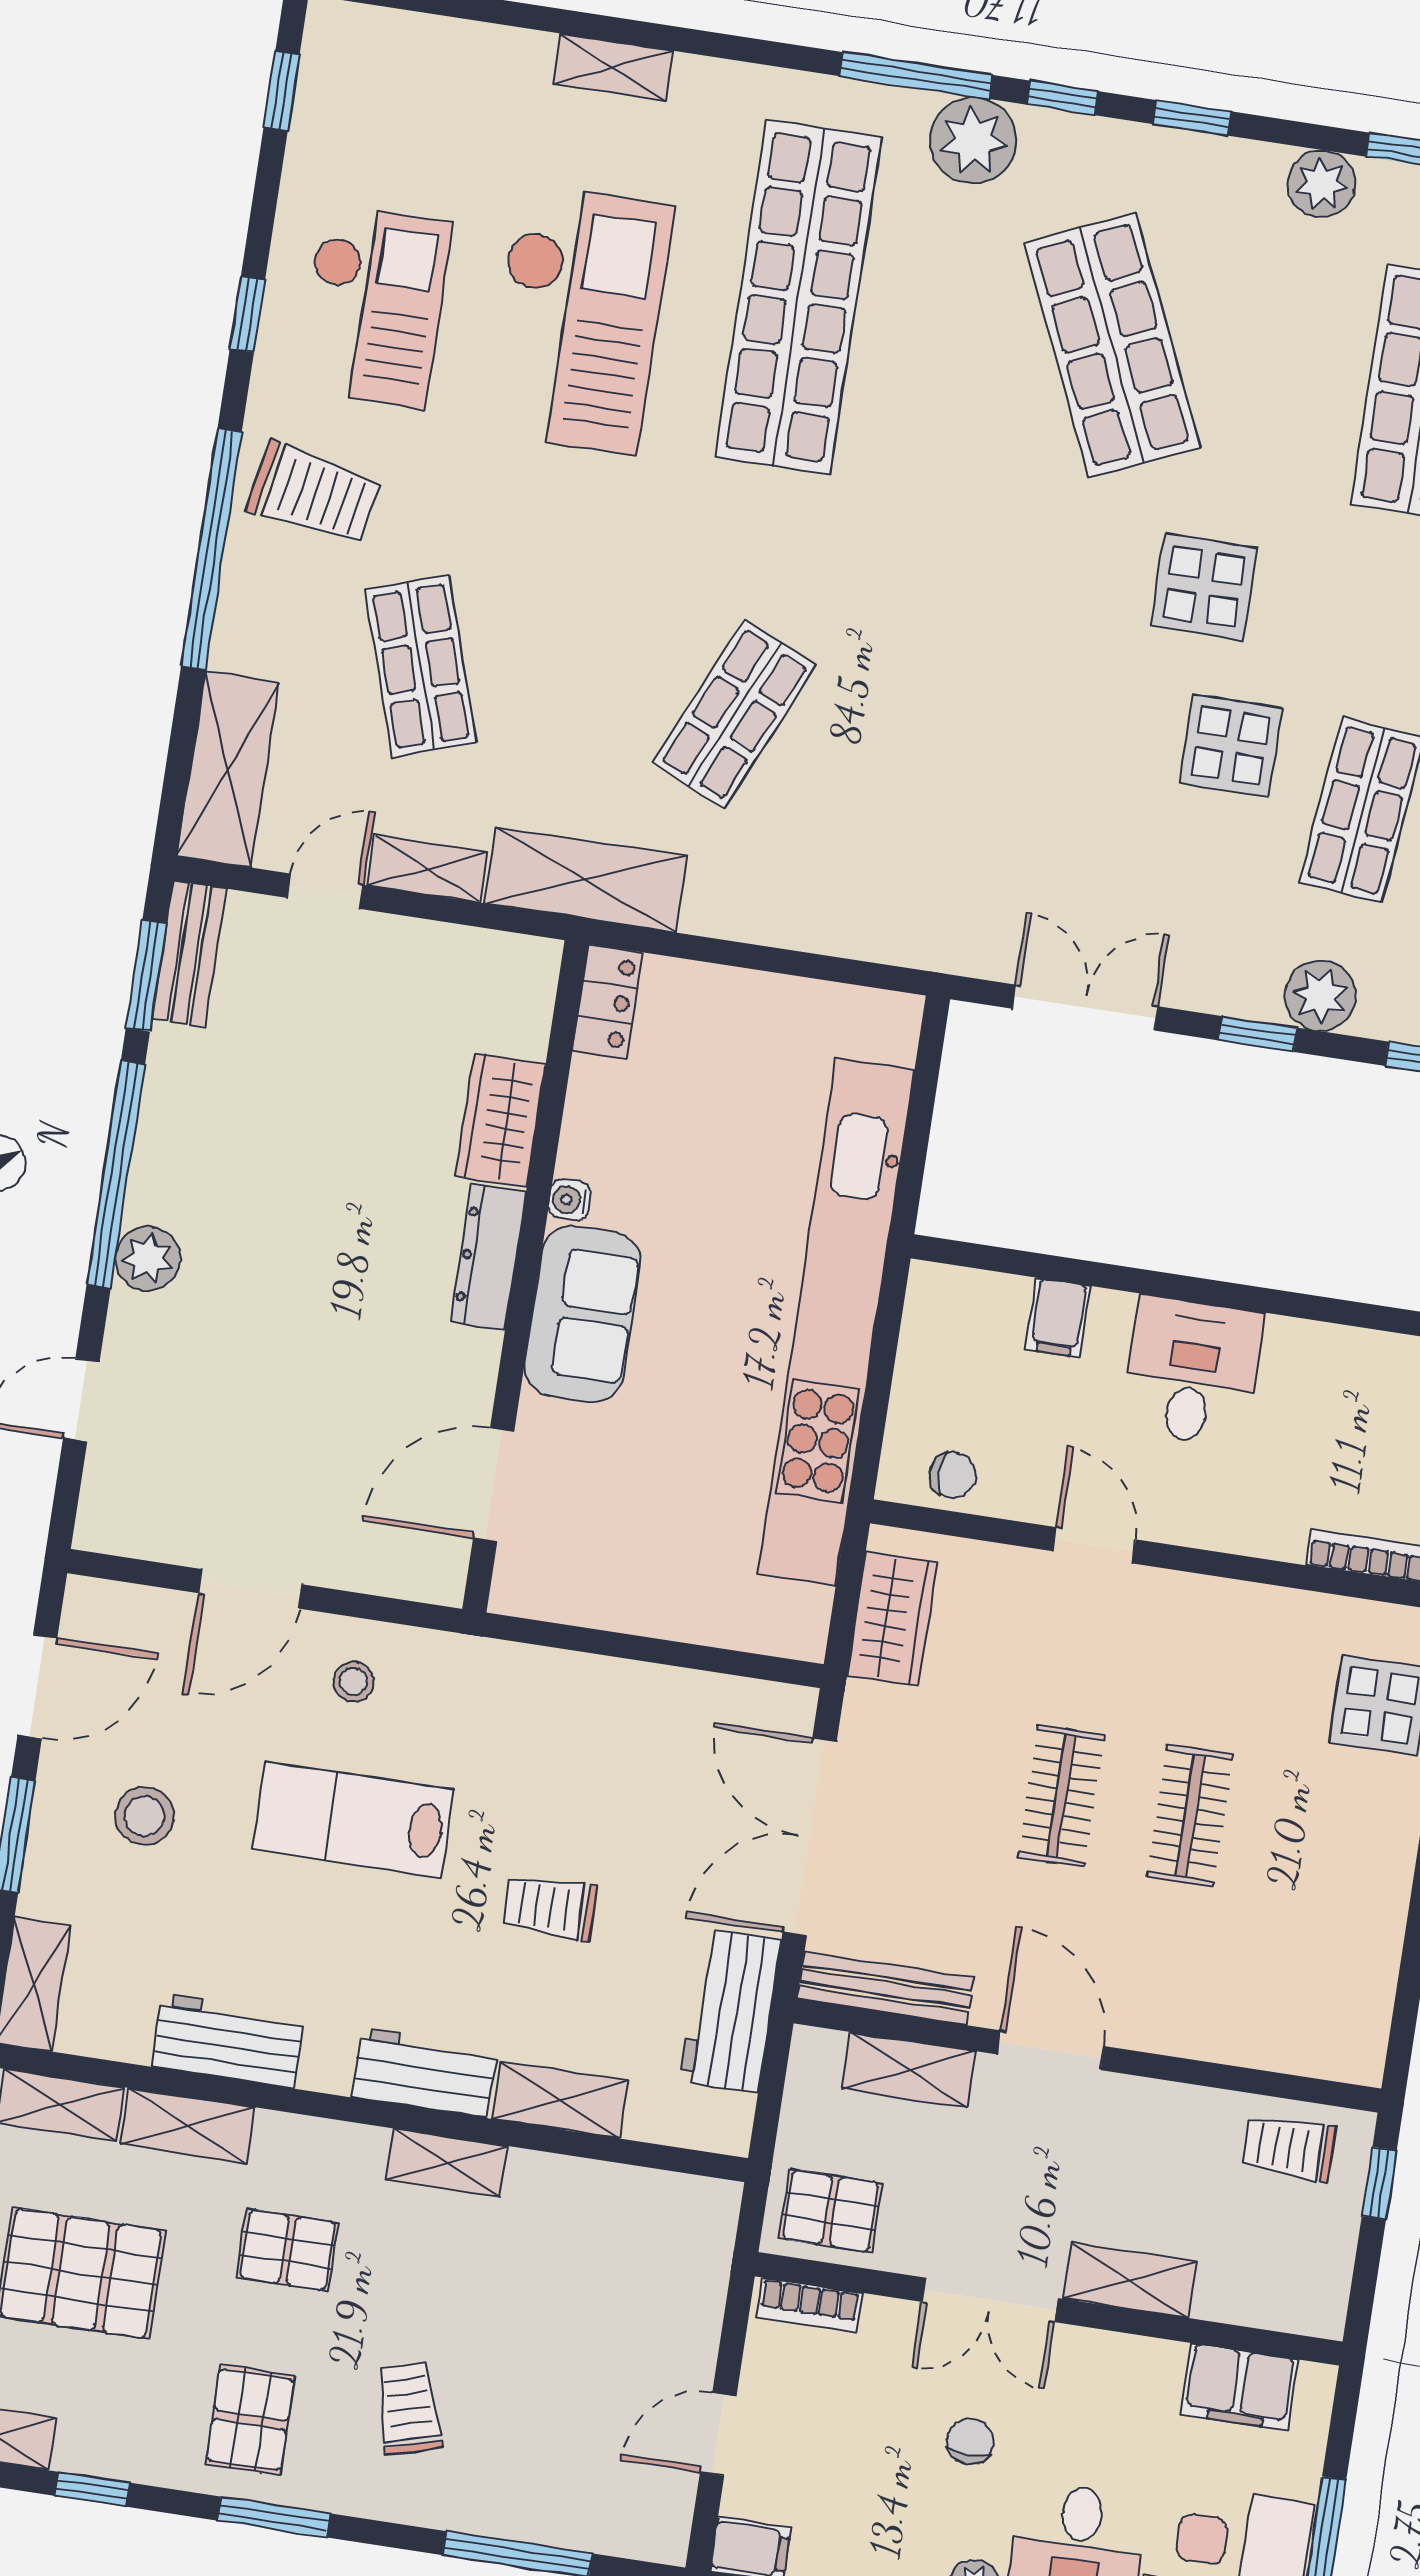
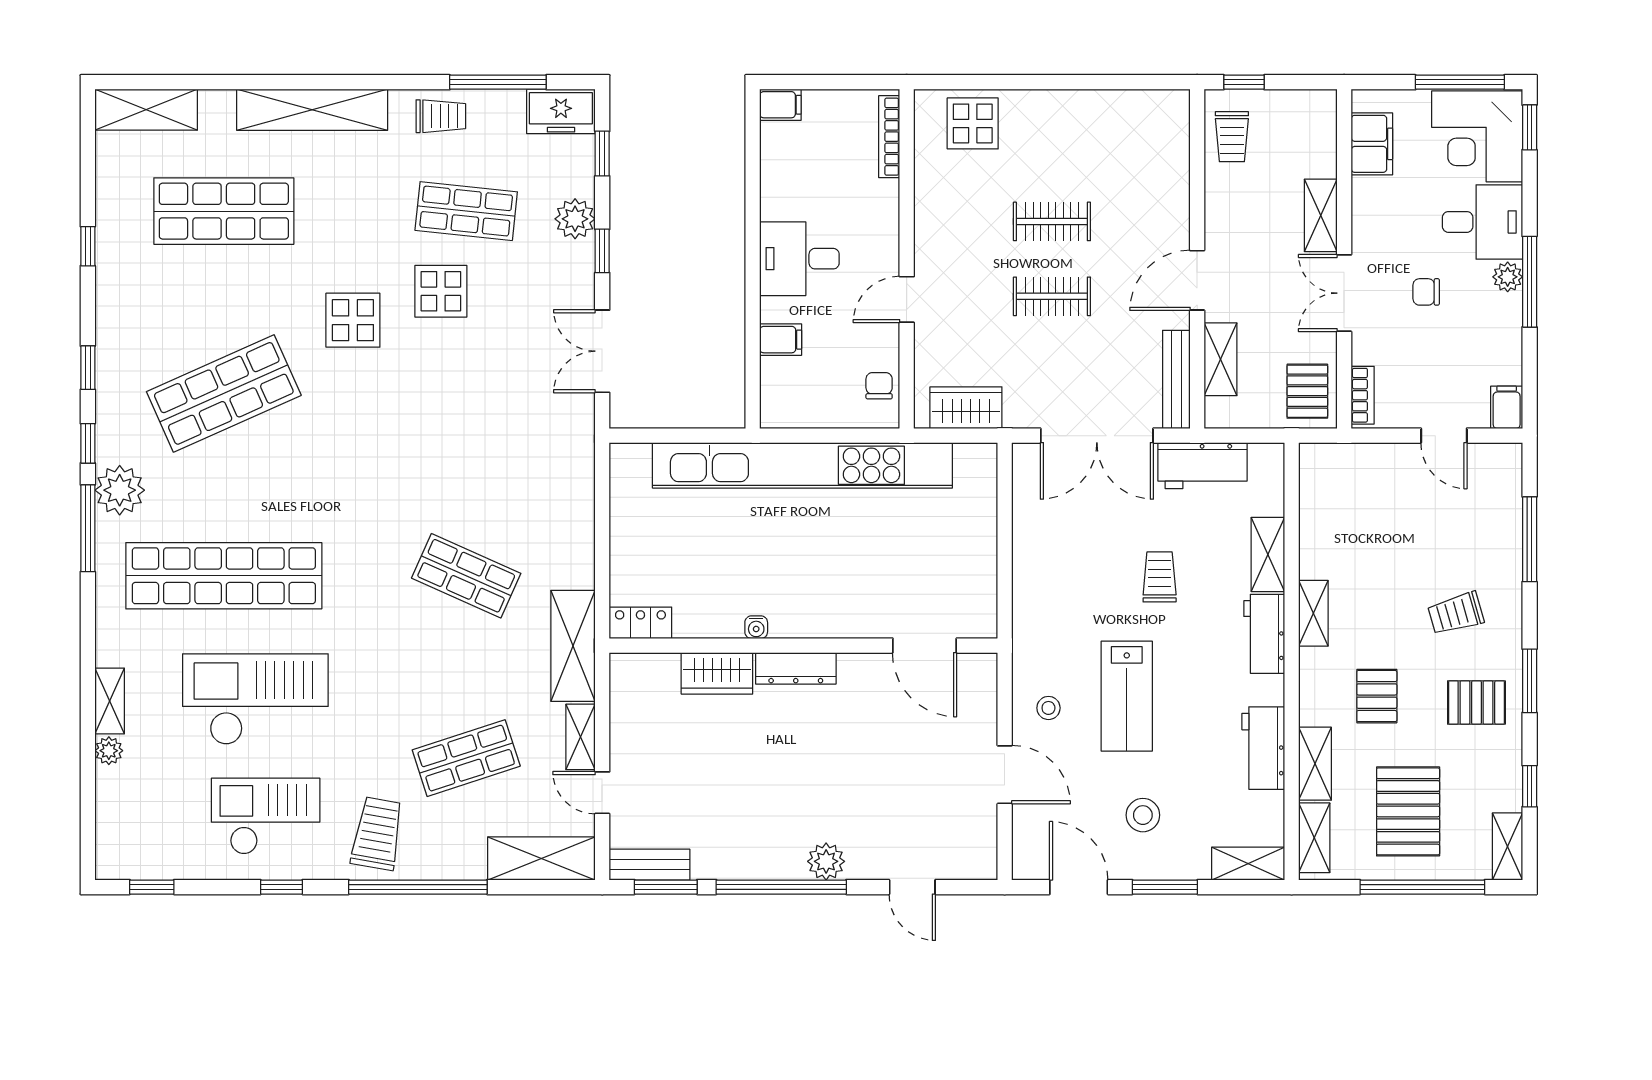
plant: (1321, 184) -> (109, 751), moved, width x0.73, depth x0.73
sofa: (582, 1314) -> (820, 610), removed
trolley: (550, 1907) -> (1160, 577), turned 180
double door: (990, 2300) -> (1344, 293), swing flipped

